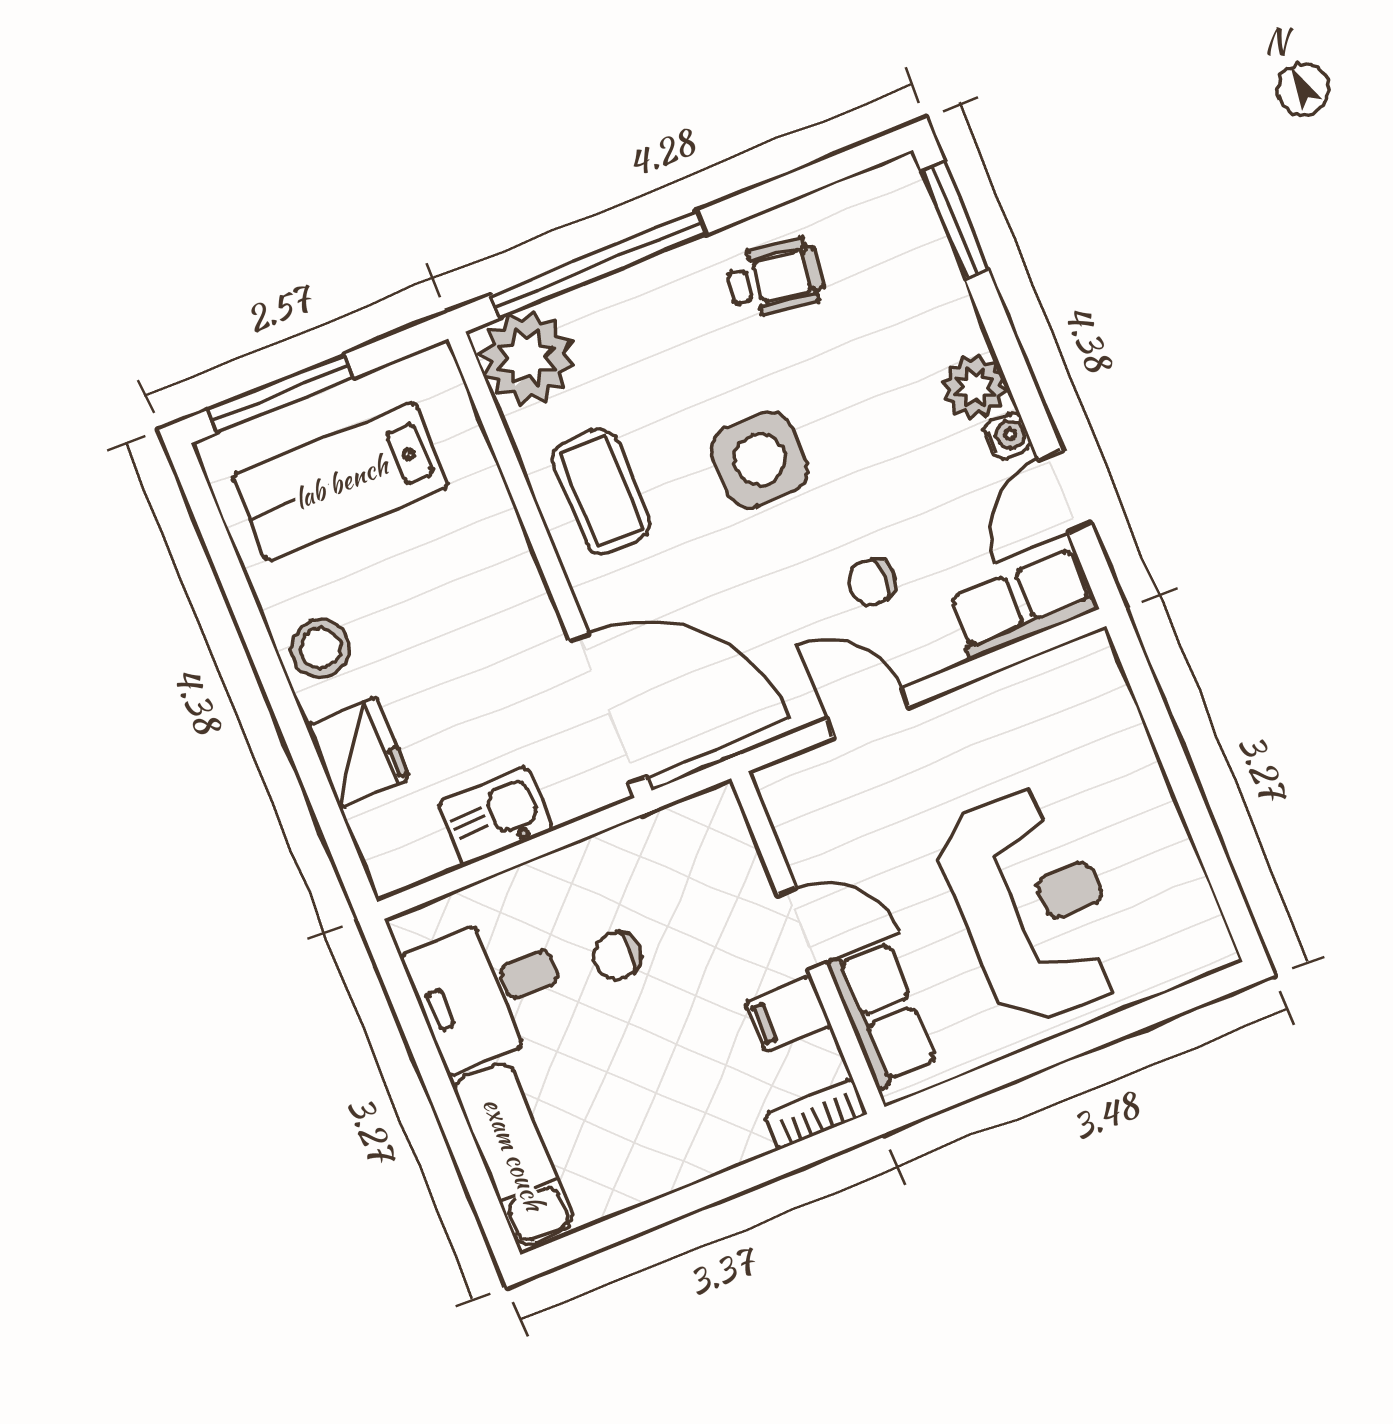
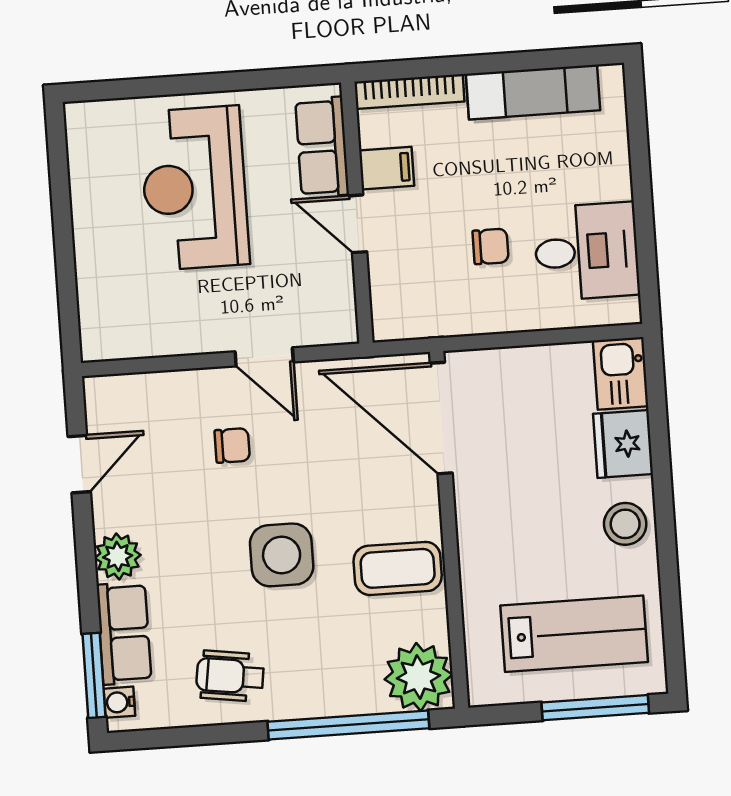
water cooler: (1007, 436) -> (119, 702), moved
coffee table: (601, 492) -> (398, 568), turned 90
row of seats: (1022, 604) -> (124, 633), moved, turned -90
kitchen sink: (495, 817) -> (621, 373), moved, turned 90
bookcase: (816, 1114) -> (409, 92), width x1.56
exam couch: (514, 1154) -> (533, 92), moved, turned -90

